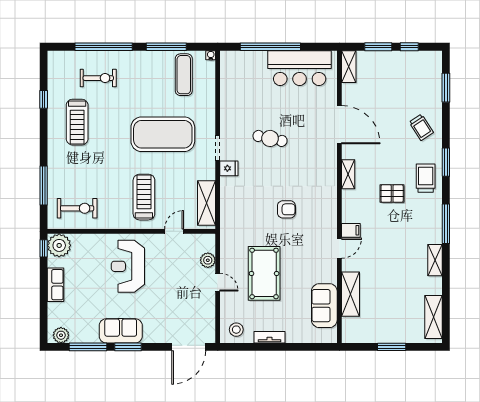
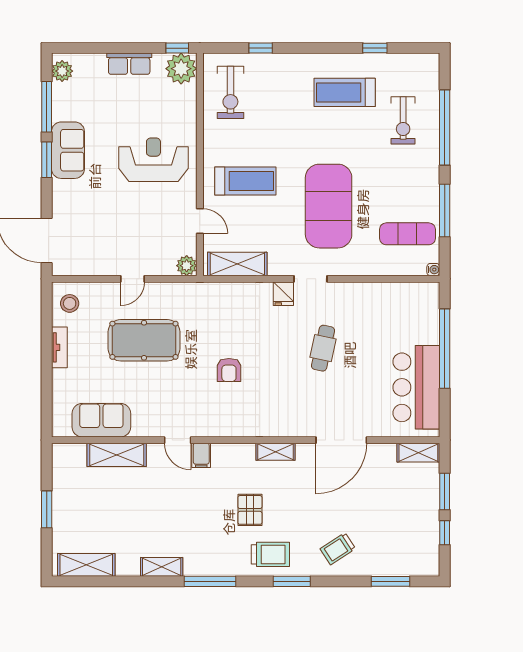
window: (44, 185) -> (261, 48), width x0.46
plant: (208, 260) -> (187, 266), moved

